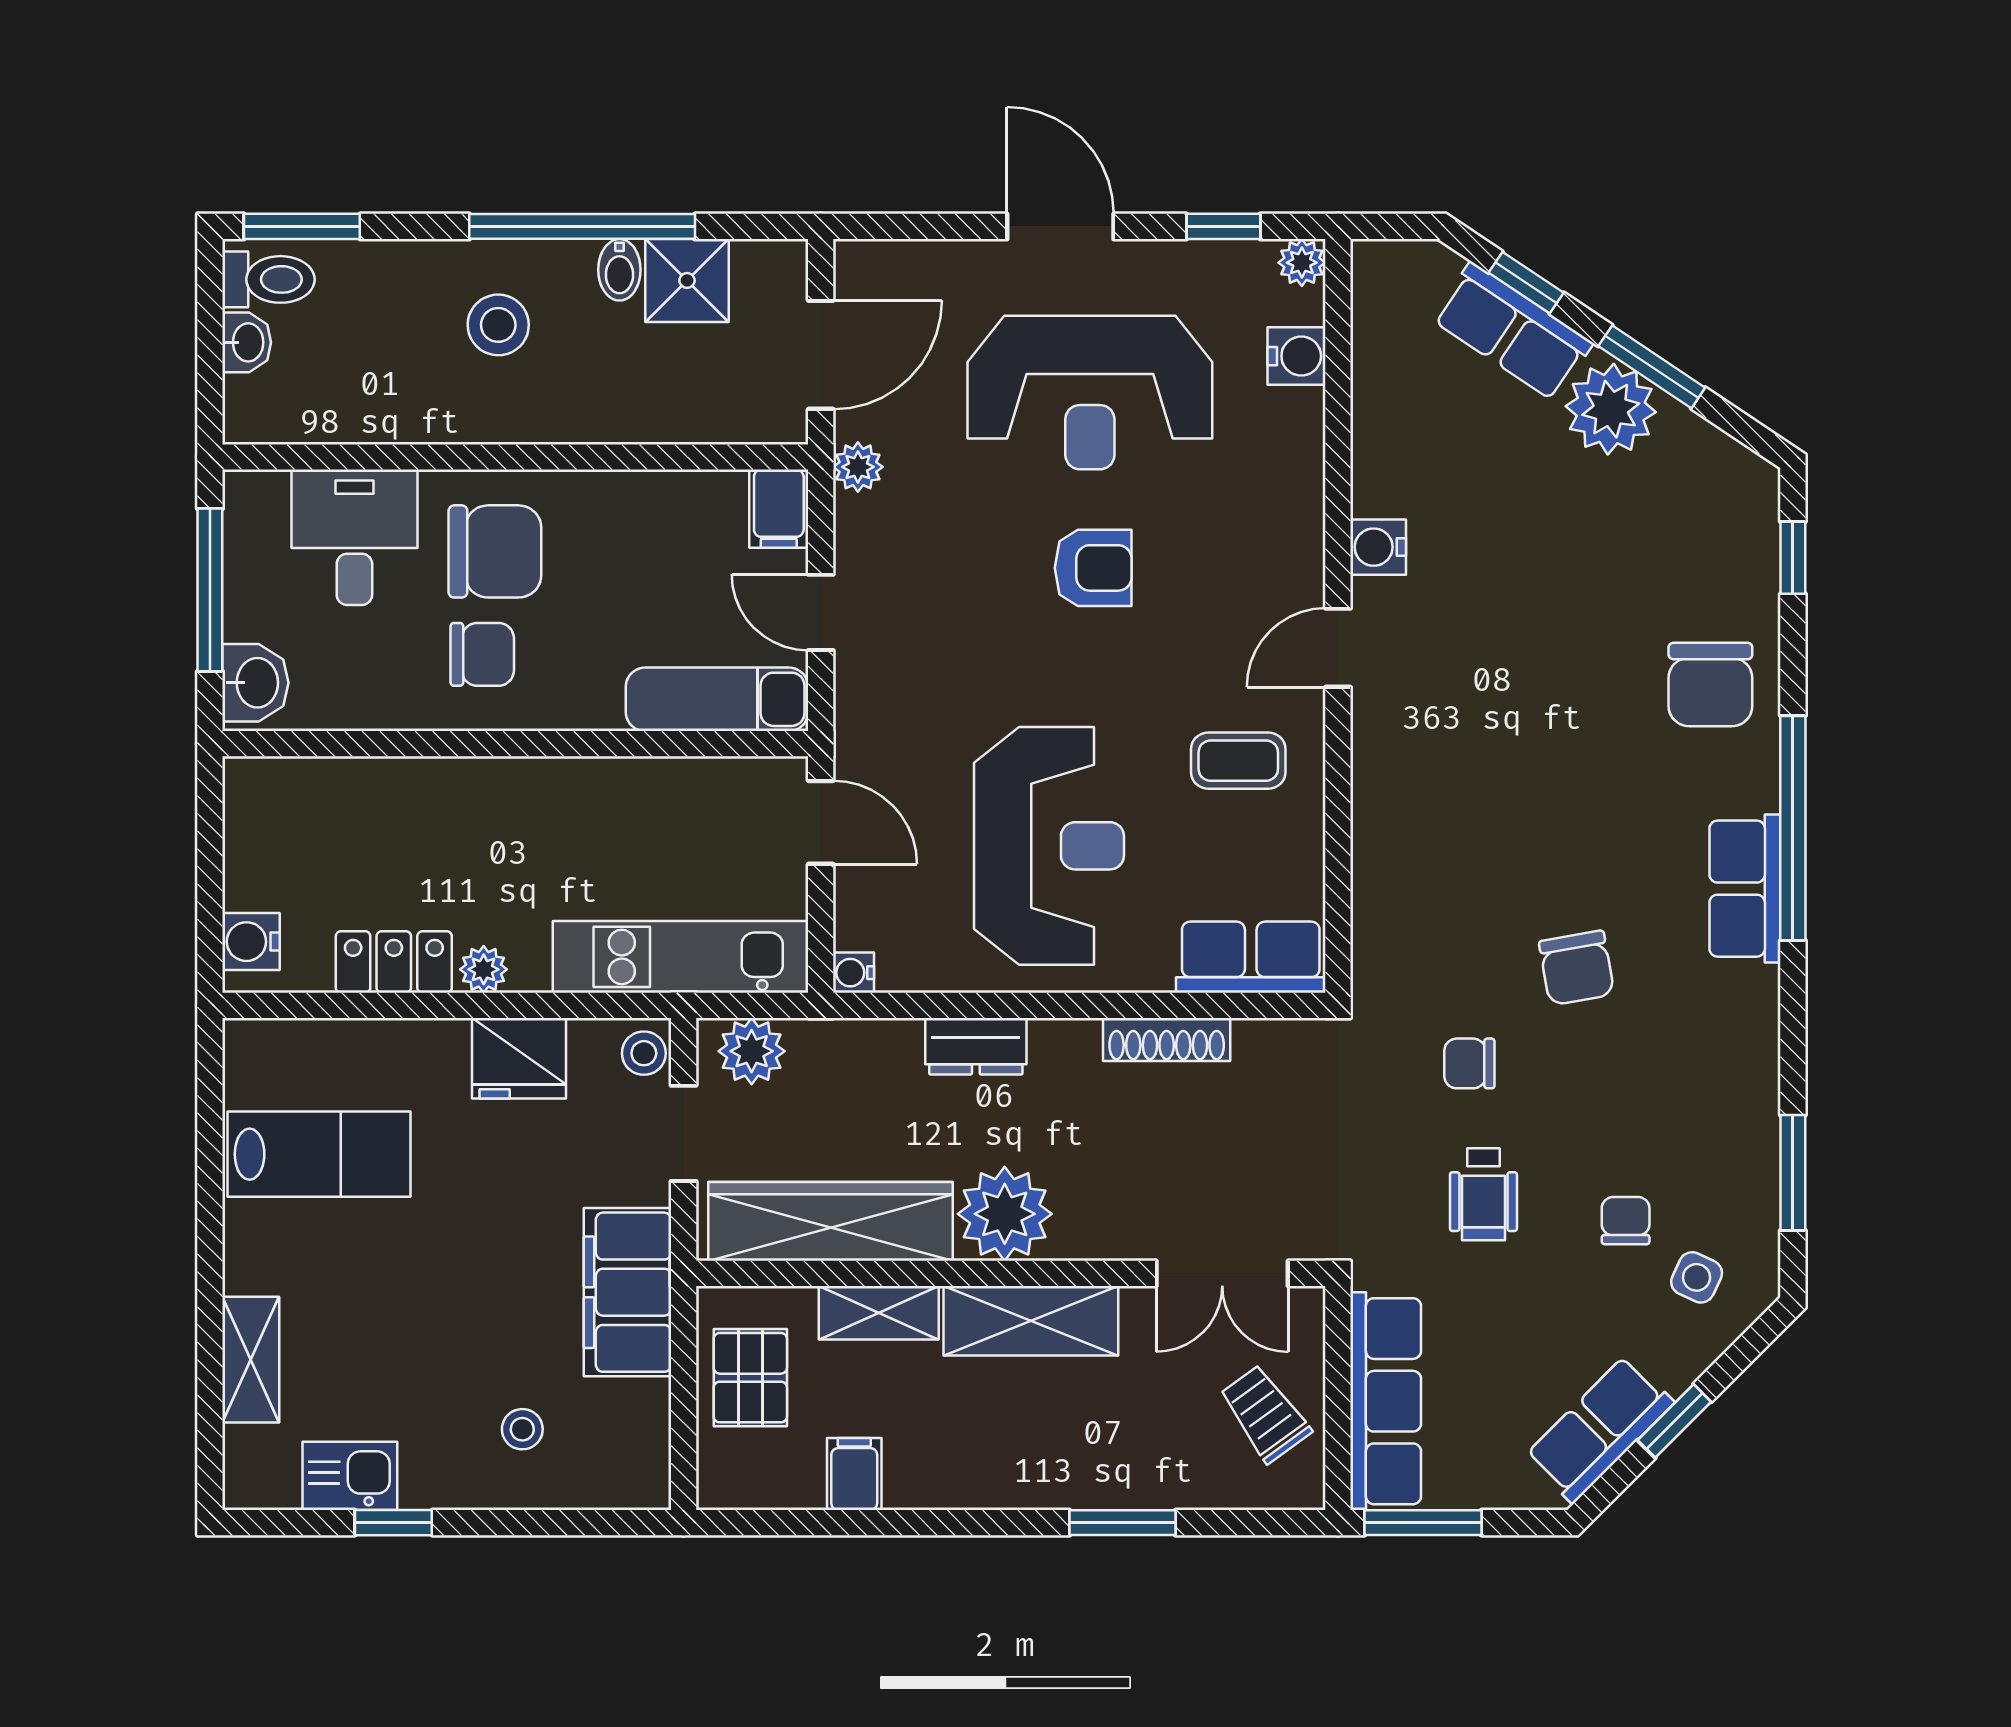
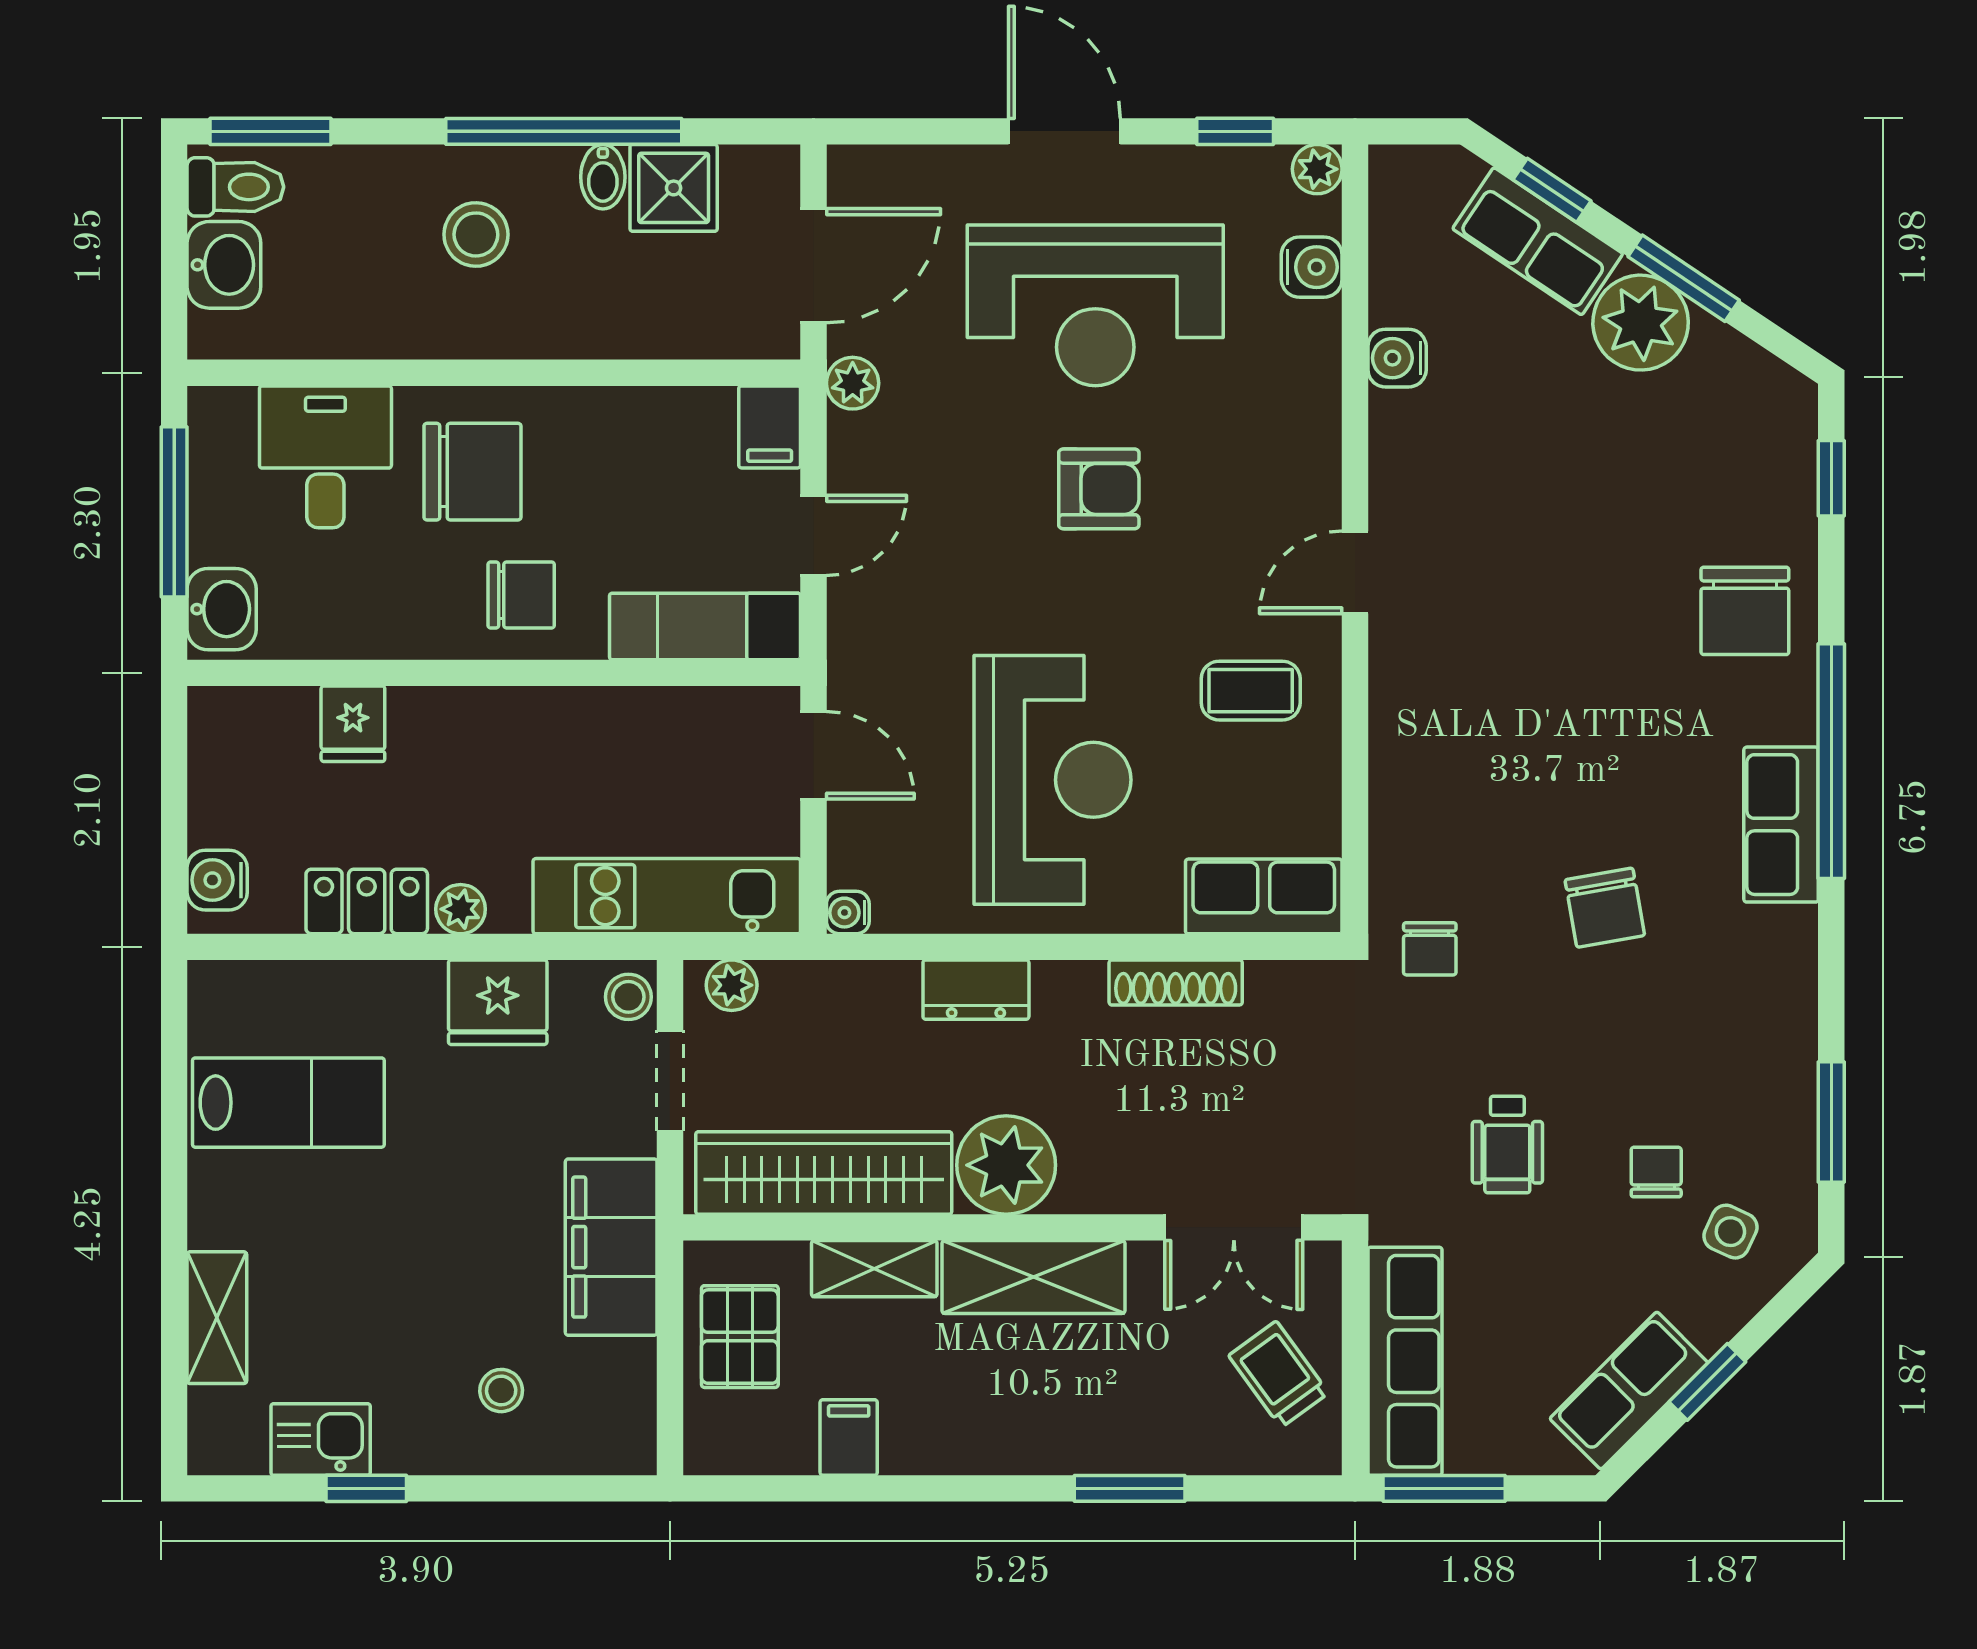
washbasin: (247, 342) -> (224, 265), width x1.38, depth x1.45
water cooler: (1378, 547) -> (1397, 358), moved
door: (821, 612) -> (814, 535), swing flipped
chair: (482, 654) -> (521, 595), moved
fridge: (381, 792) -> (353, 724), added
plant: (752, 1051) -> (732, 985), width x0.73, depth x0.73
chair: (1469, 1063) -> (1430, 949), moved, turned -90

